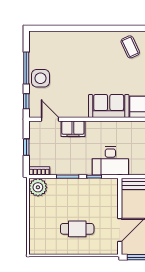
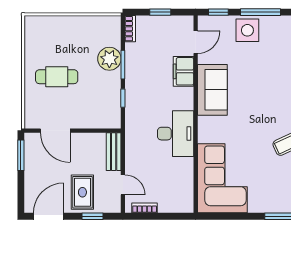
sofa: (109, 106) -> (212, 90), moved
desk: (110, 161) -> (176, 134), moved, turned 180
plant: (38, 187) -> (109, 59), moved
cafe table: (77, 229) -> (57, 77), turned 90

